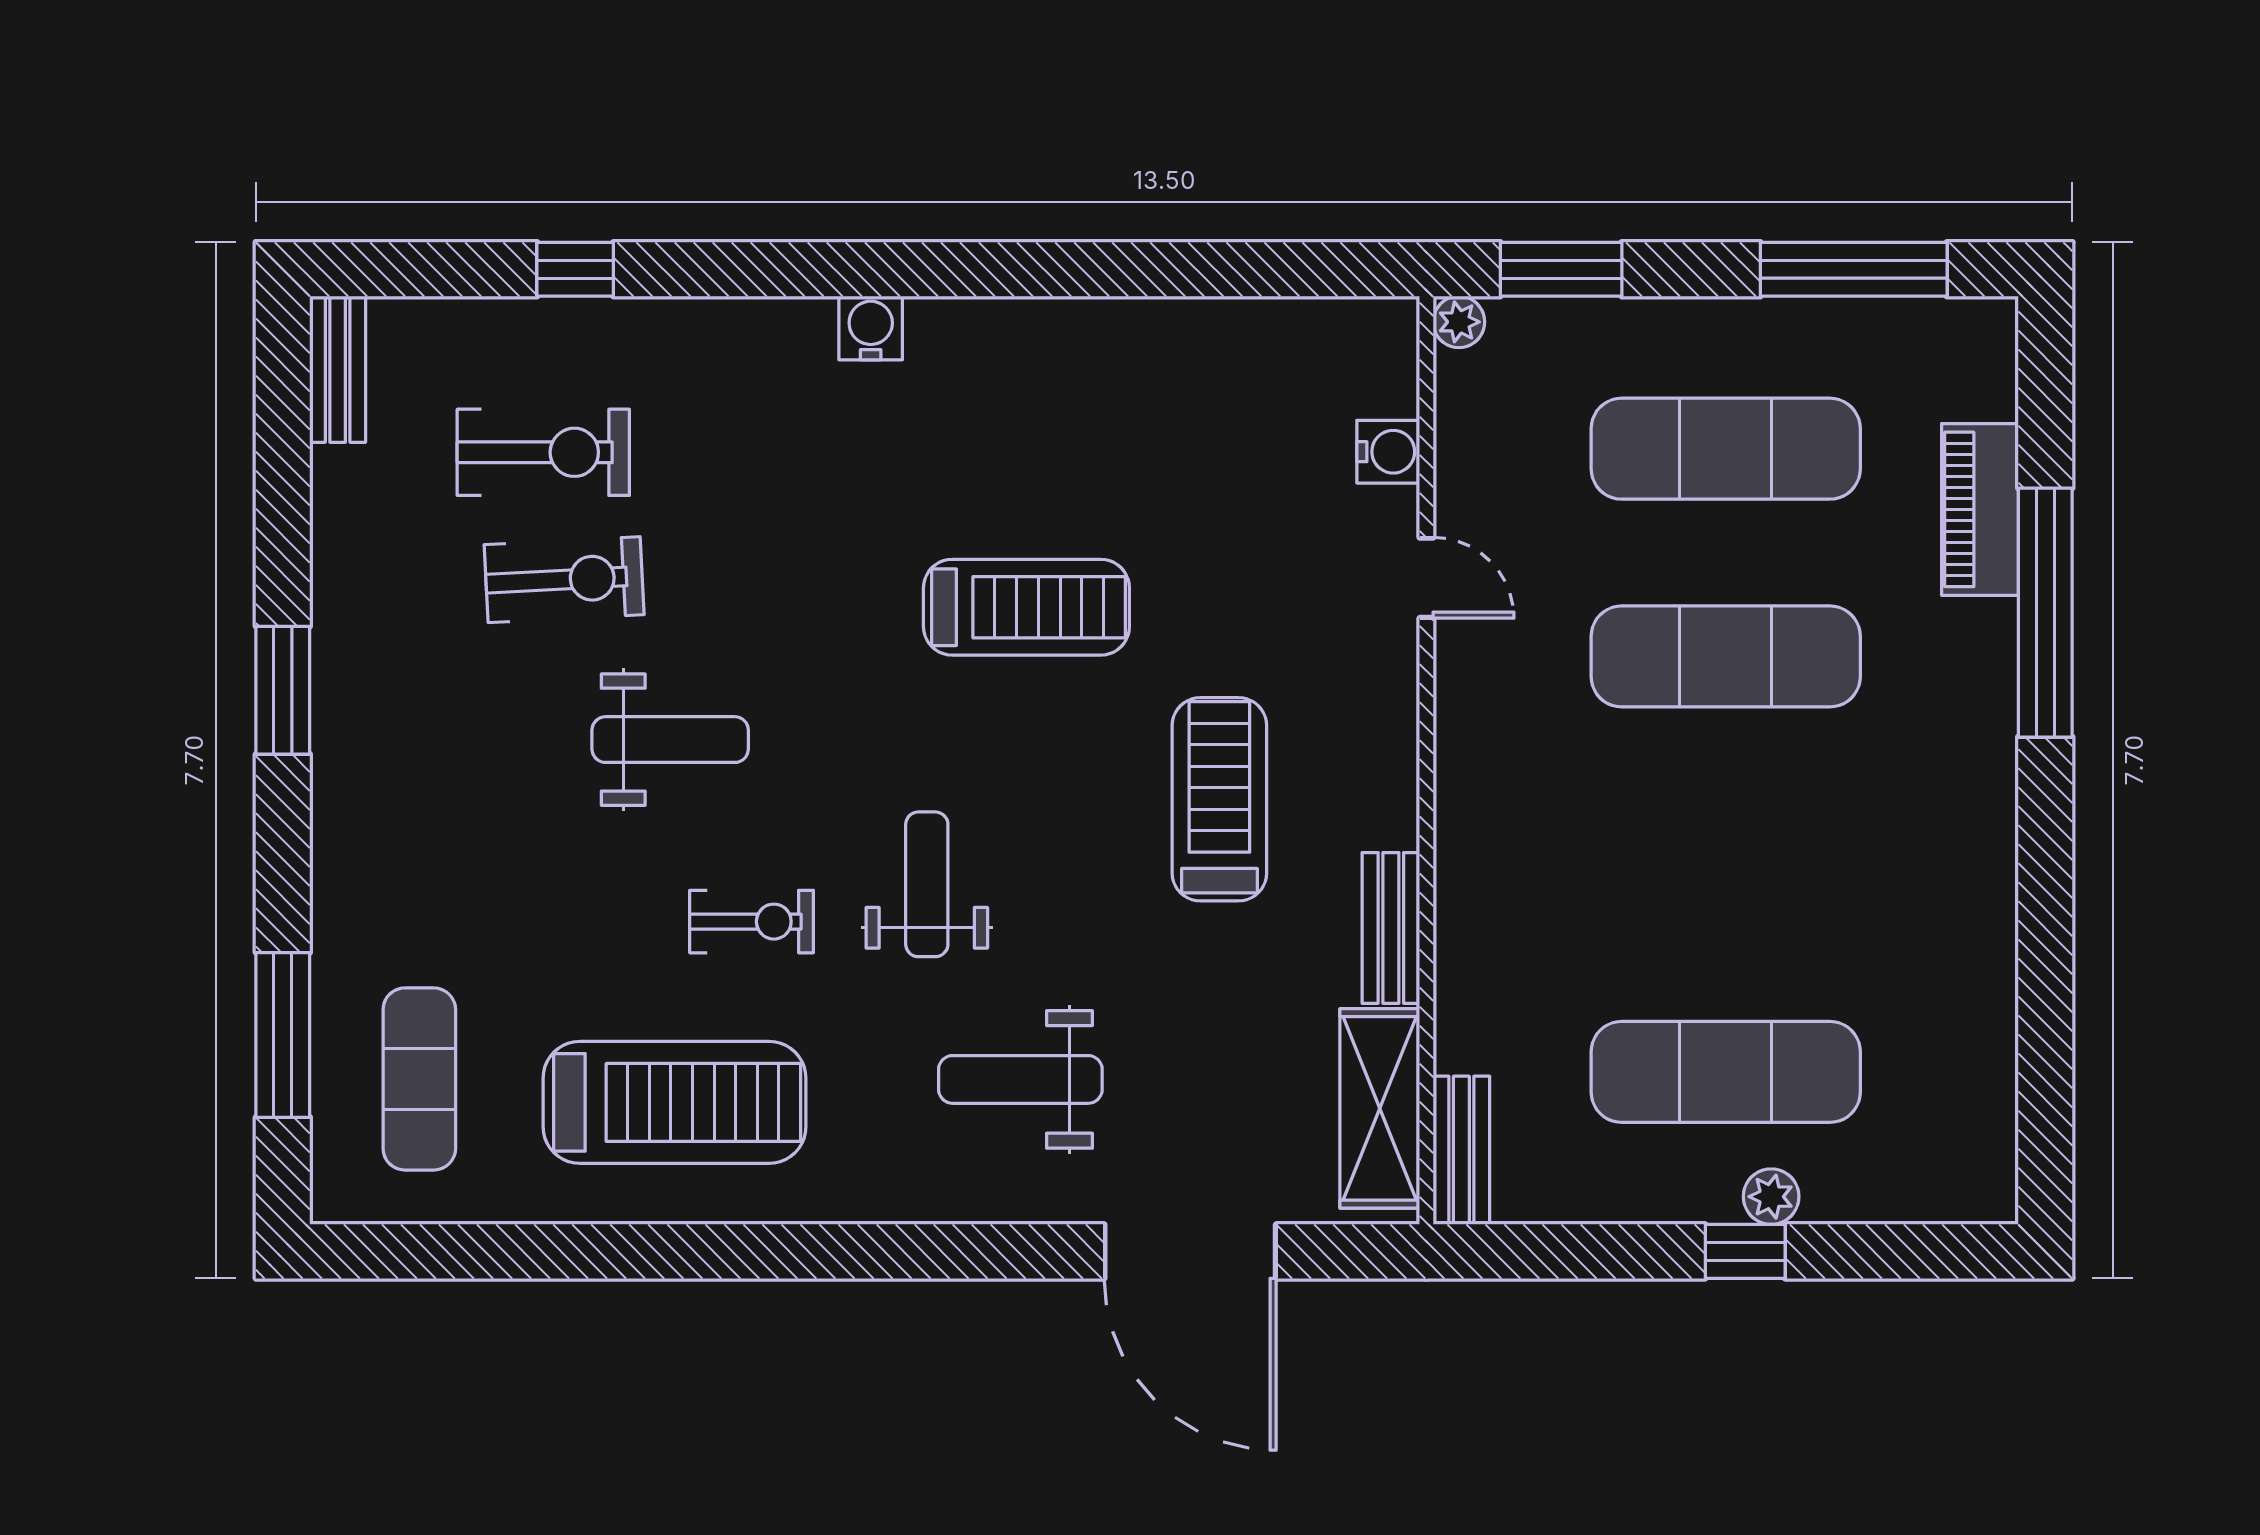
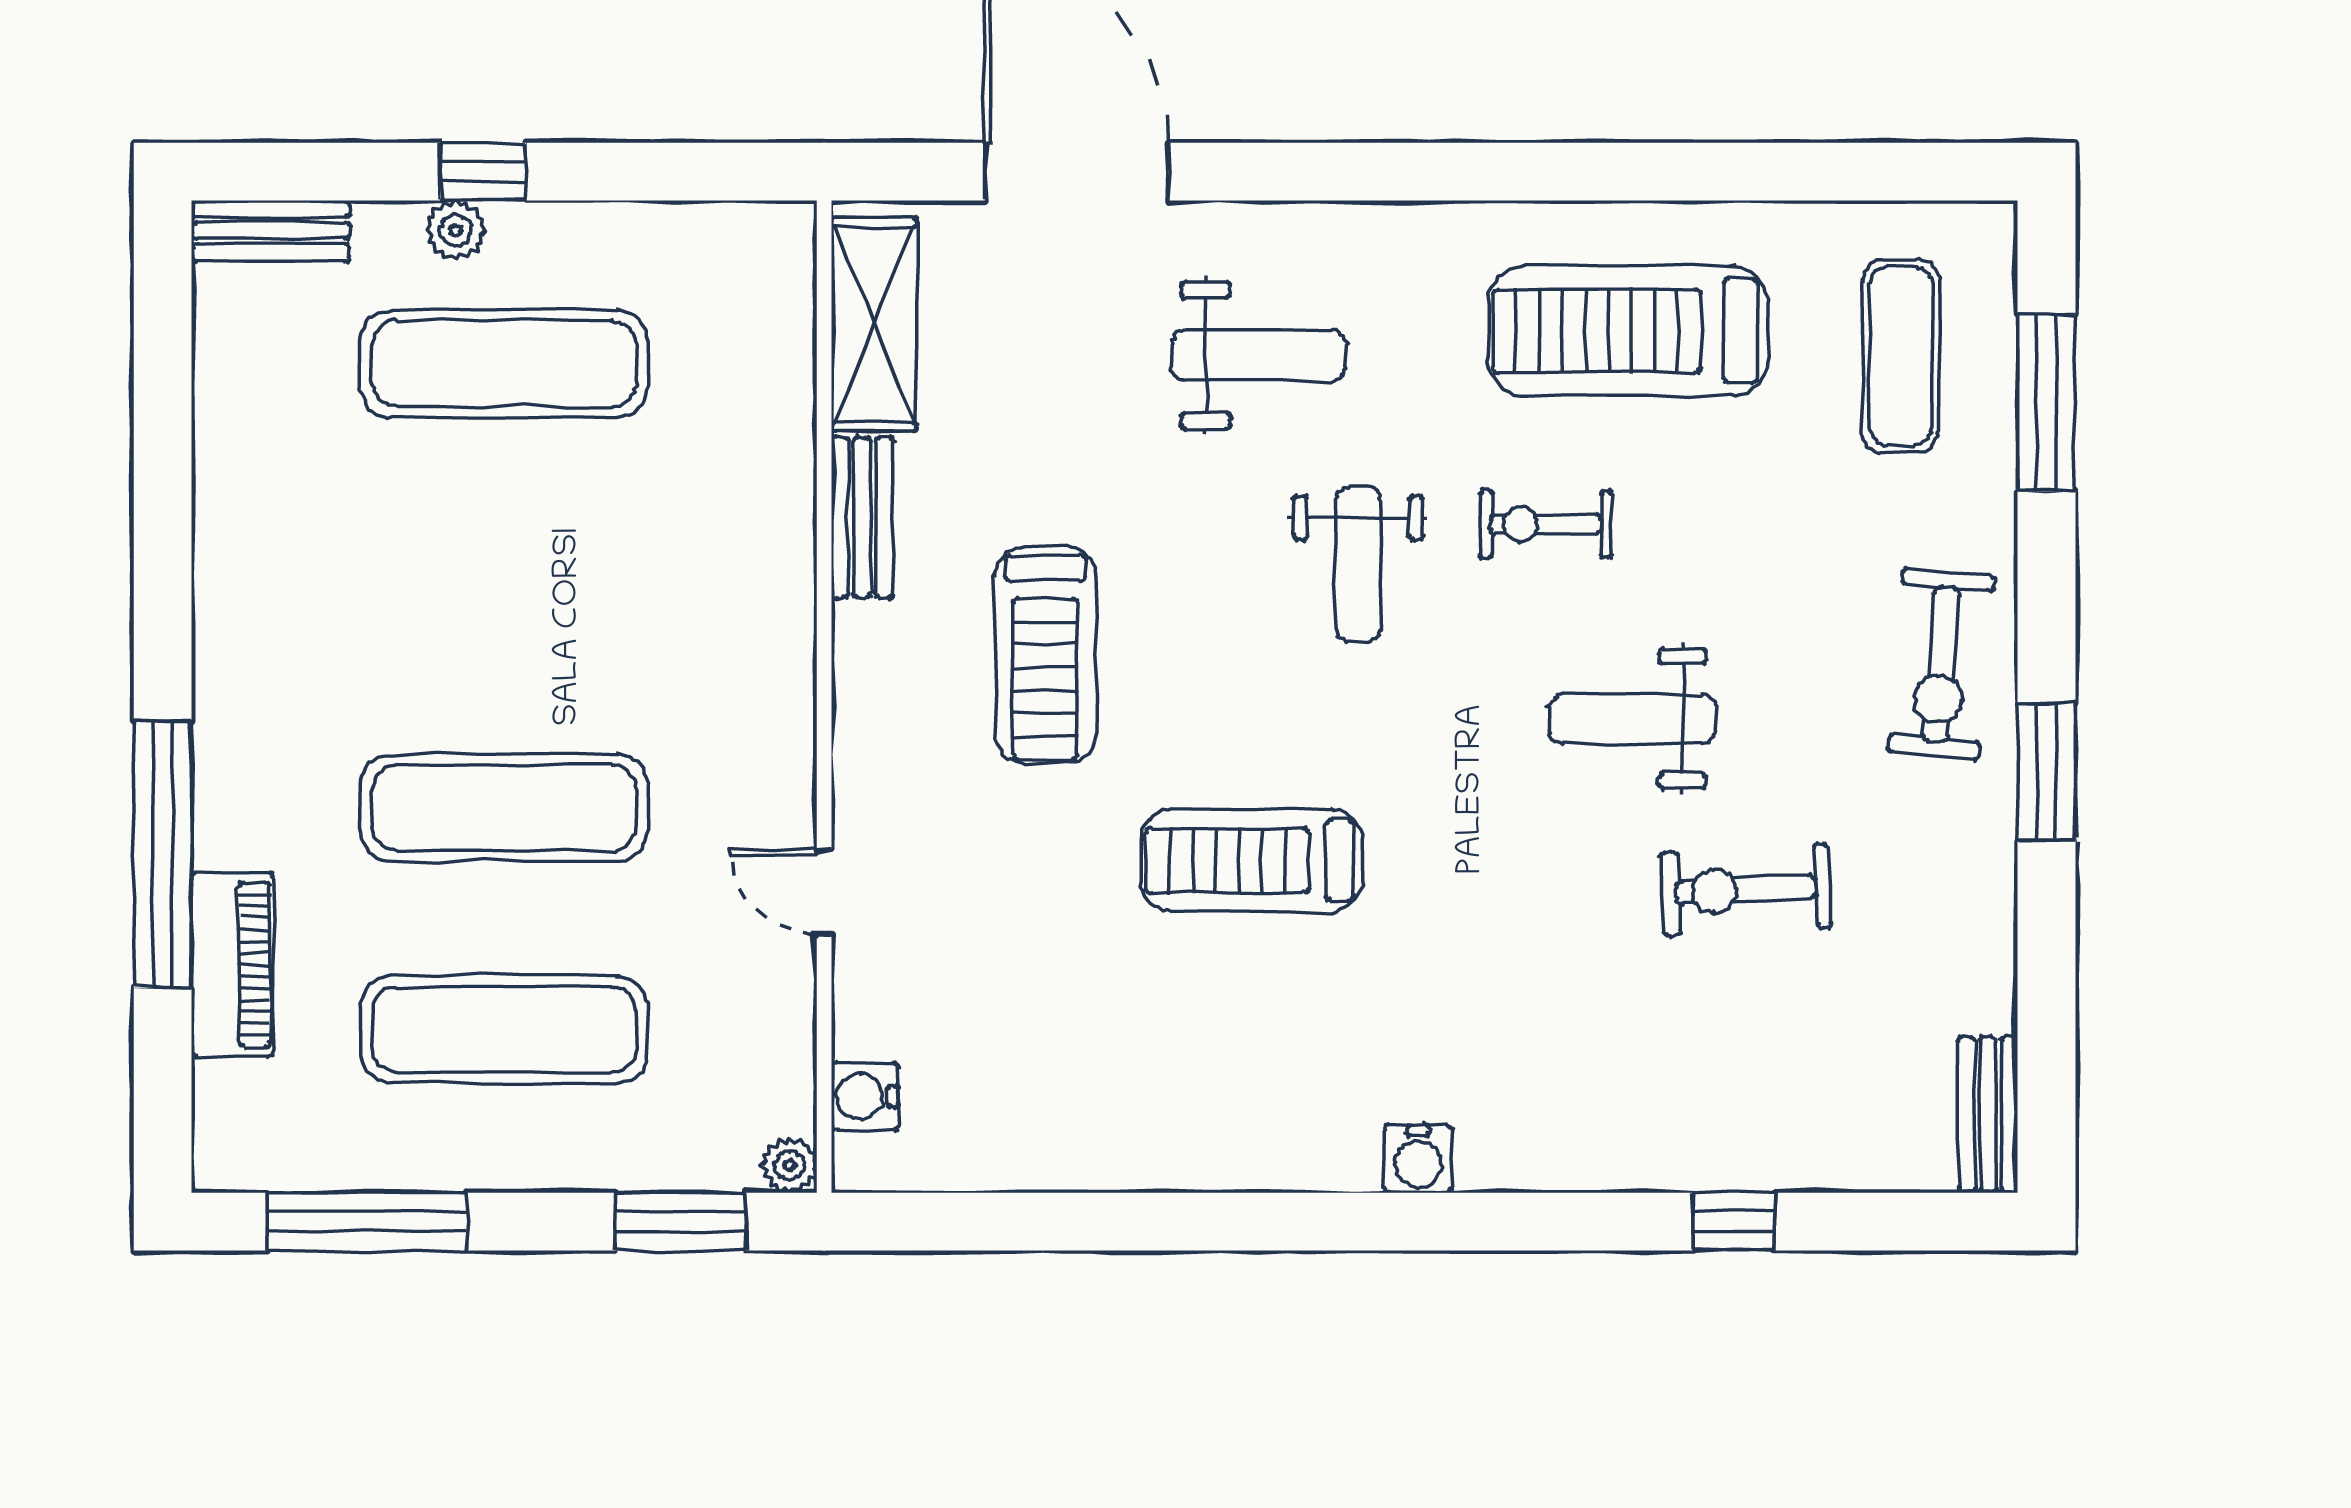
exercise bike: (543, 452) -> (1941, 664), moved, turned -85
water cooler: (1388, 452) -> (865, 1096), moved
bench: (1461, 1150) -> (271, 231), moved, turned 90

